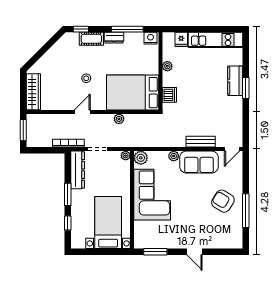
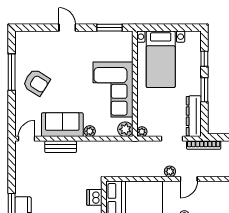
plant: (119, 119) -> (170, 171), moved

